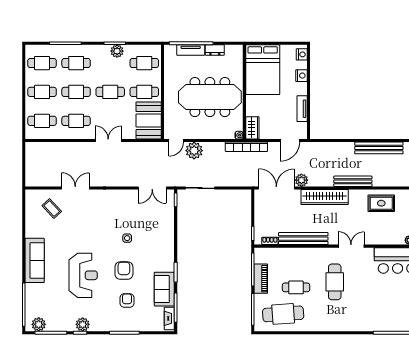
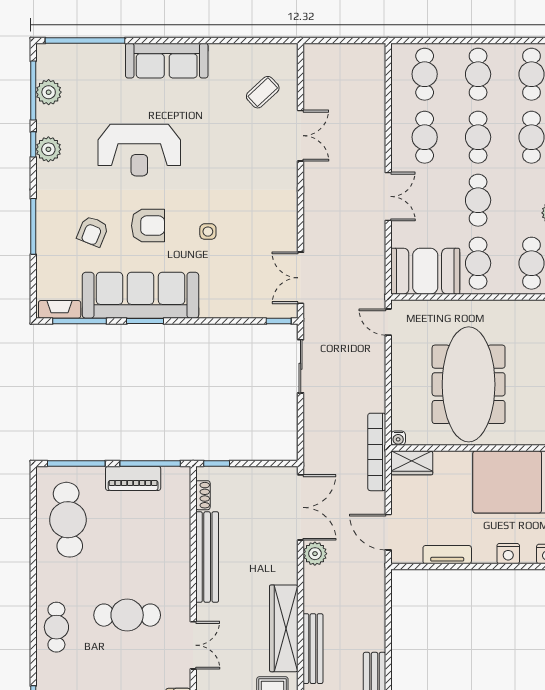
plant: (194, 151) -> (370, 355), removed
wardrobe: (325, 197) -> (284, 628), moved
cafe table: (296, 287) -> (56, 627), moved
sofa: (164, 289) -> (141, 295), width x1.85, depth x1.27
armchair: (127, 301) -> (93, 231), turned 112
plant: (39, 324) -> (49, 92), moved

